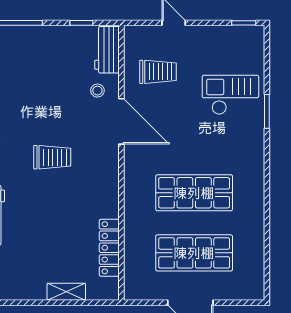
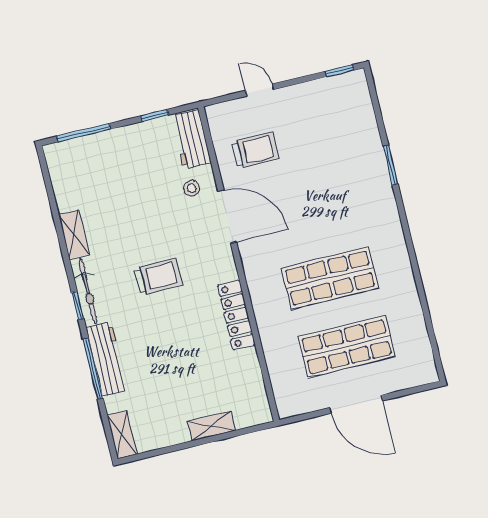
checkout: (230, 95) -> (344, 156), removed
locker: (109, 248) -> (237, 315), moved

